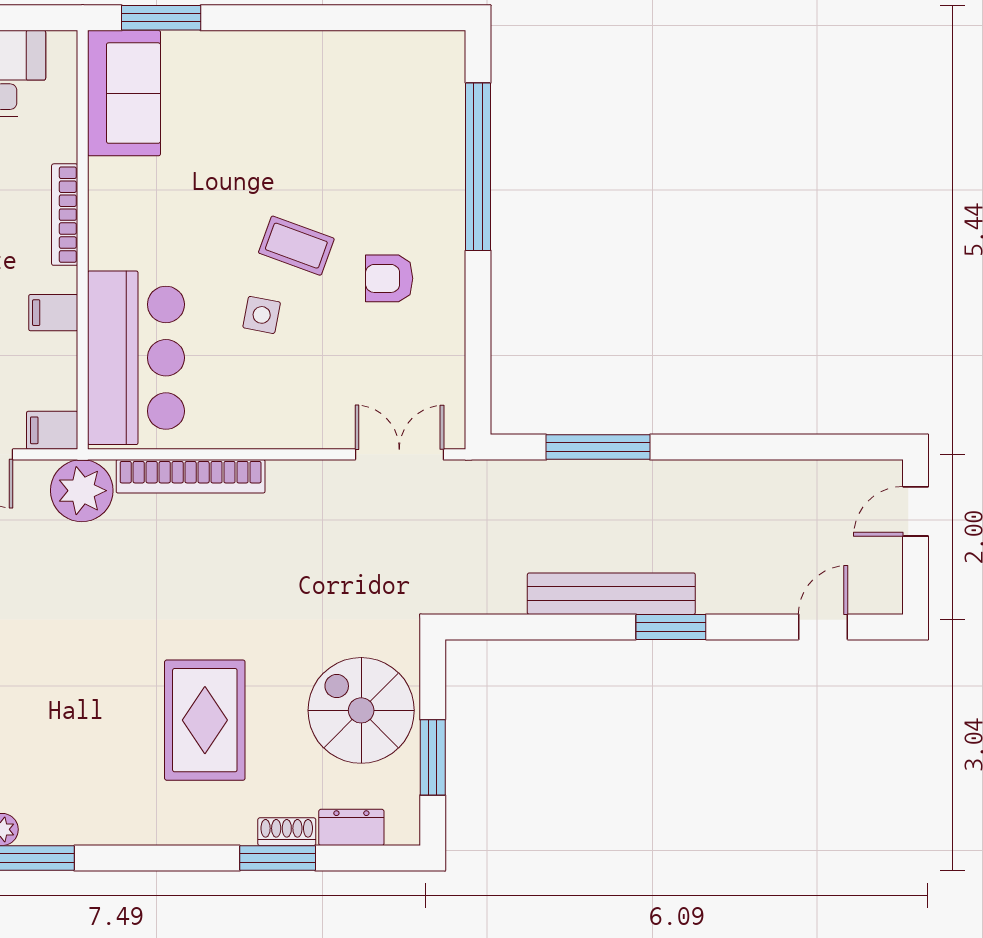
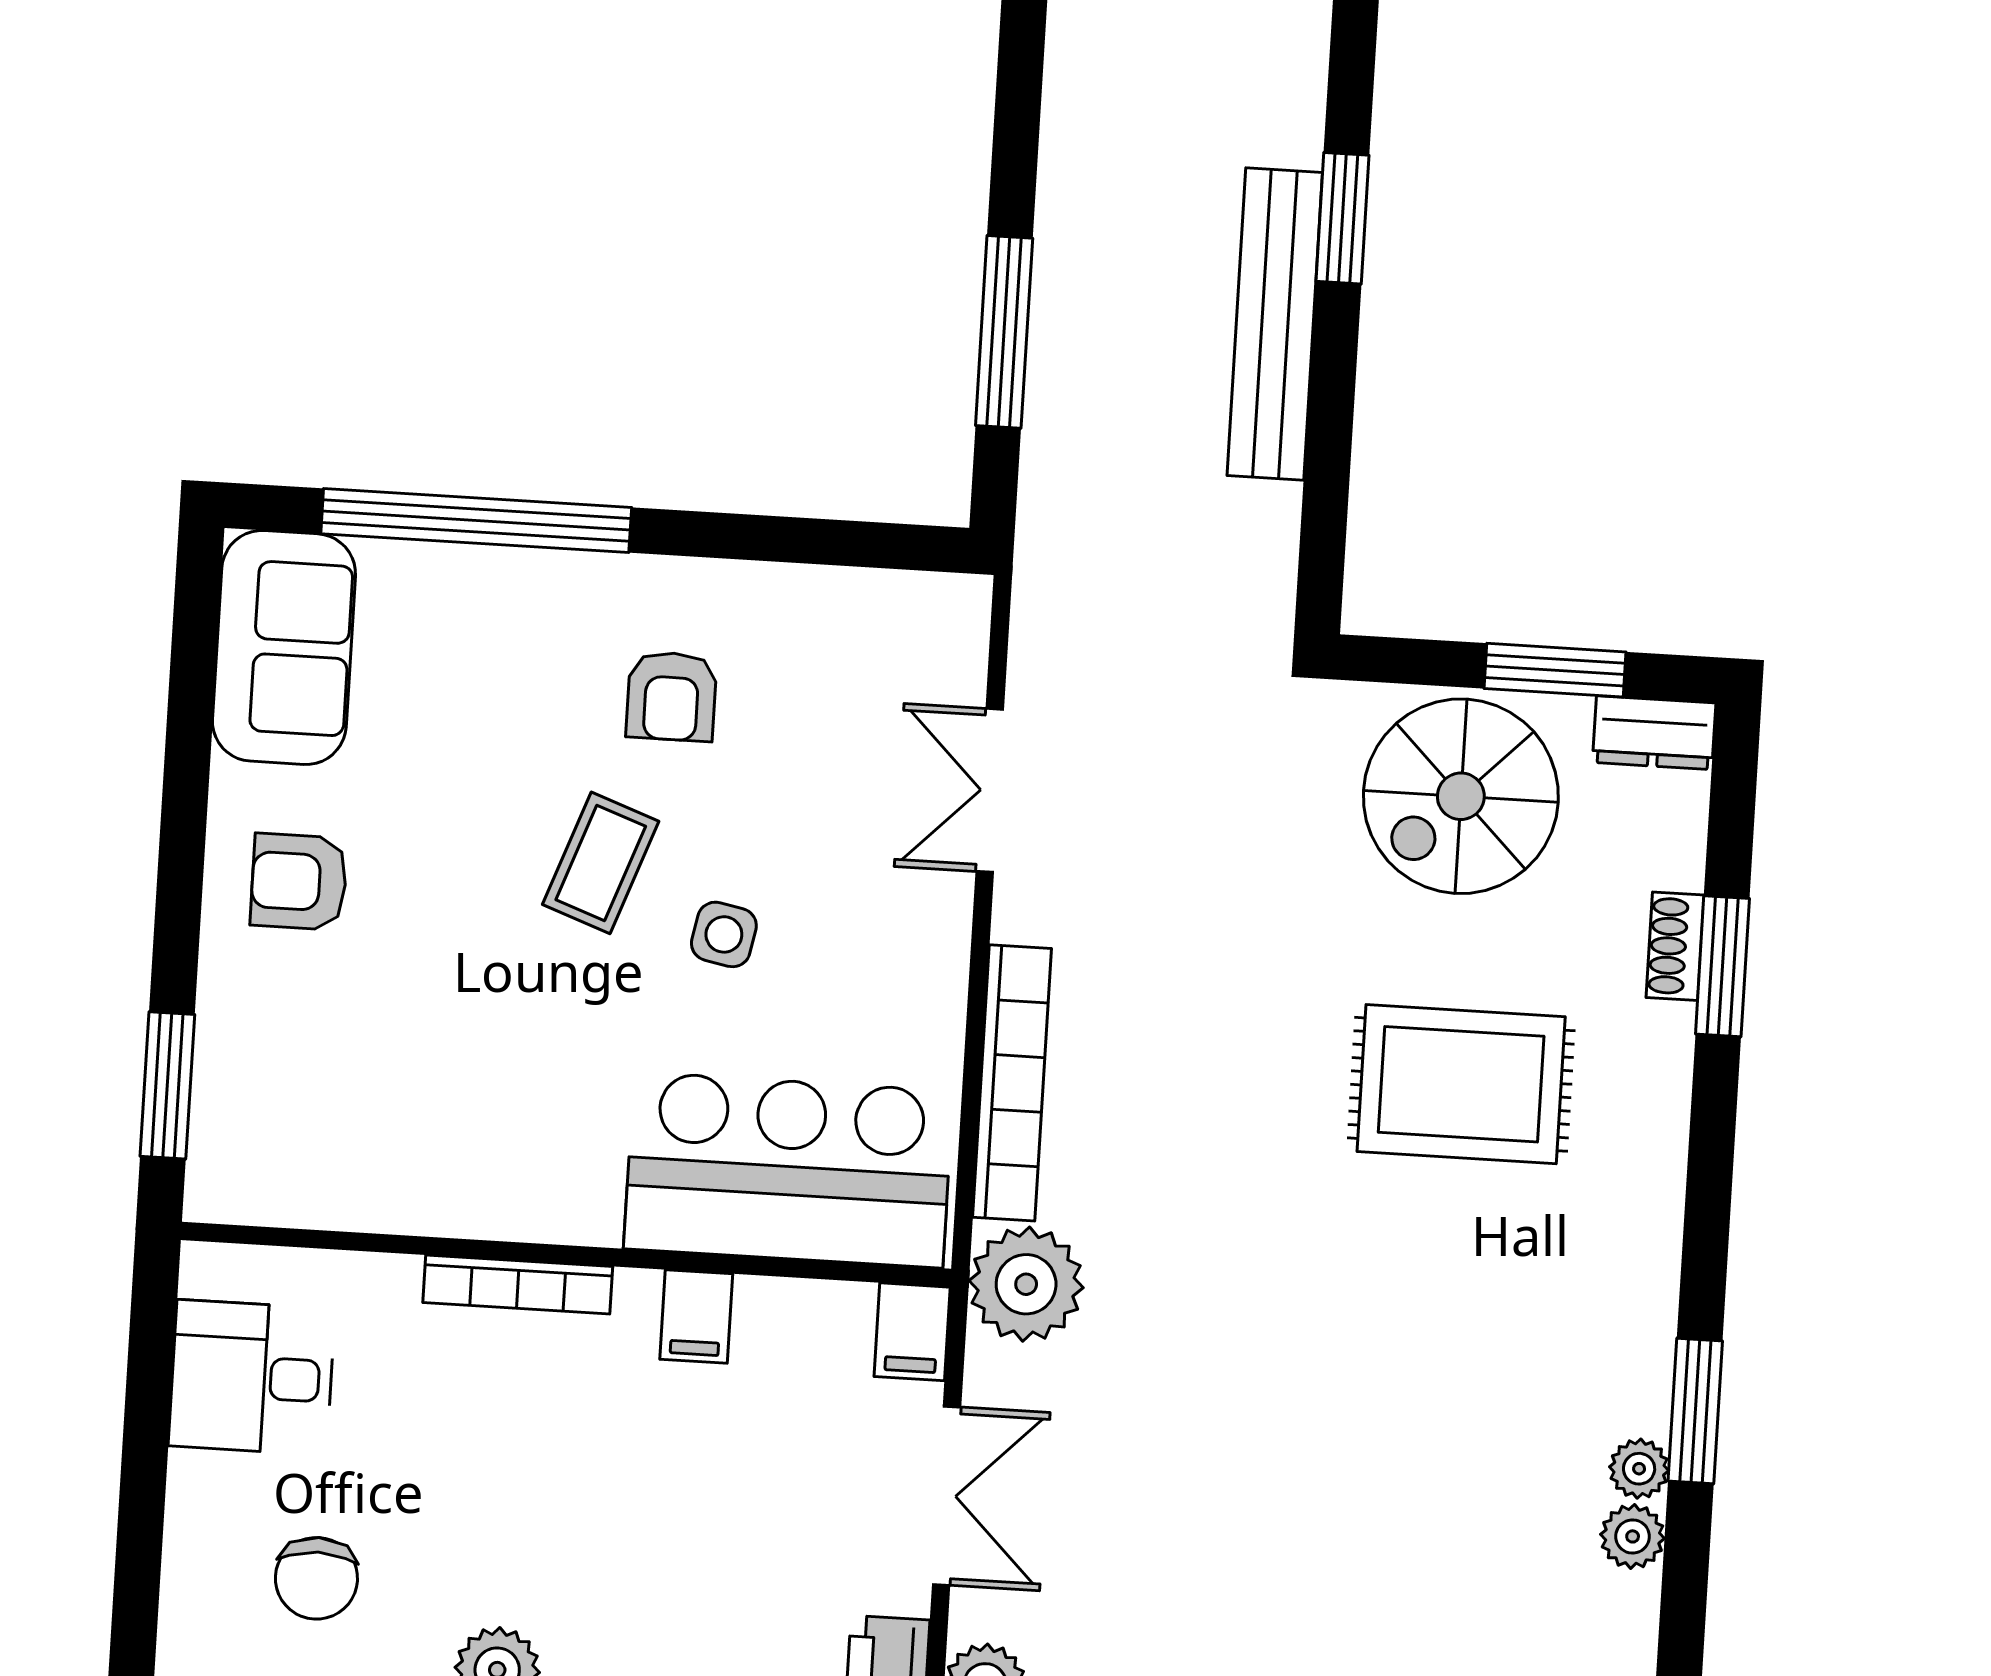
armchair: (276, 82) -> (299, 882), added
sofa: (124, 93) -> (284, 647), moved, turned 90
double door: (399, 454) -> (990, 790), moved
dresser: (351, 827) -> (1654, 733), moved, turned -90

